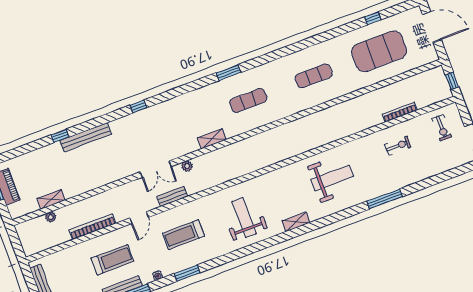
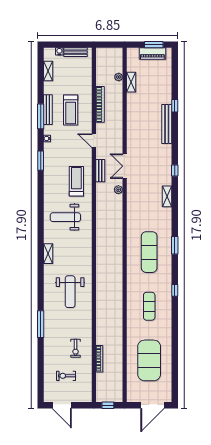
window: (373, 18) -> (175, 290), moved
exercise mat: (248, 100) -> (149, 252), width x1.36, depth x1.45
exercise bike: (442, 128) -> (66, 376), moved
shelving: (212, 139) -> (167, 196), moved
weight bench: (244, 217) -> (65, 217), turned 180
treadmill: (184, 235) -> (76, 181), moved

